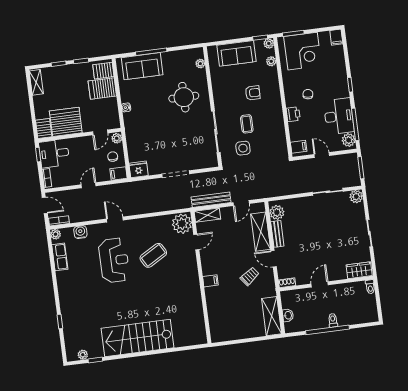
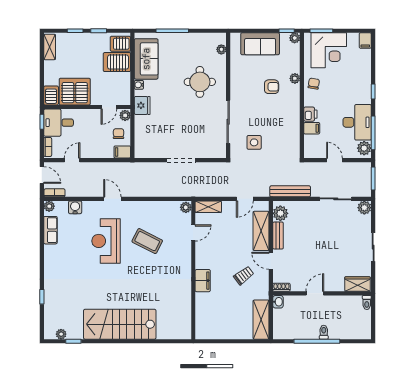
plant: (271, 61) -> (295, 78), moved
sofa: (142, 66) -> (146, 59), moved, turned -90
chair: (308, 94) -> (314, 84), moved
coffee table: (247, 124) -> (261, 118), removed
filing cabinet: (299, 147) -> (312, 128), moved
fridge: (139, 169) -> (142, 105), moved, turned 90
door: (89, 185) -> (72, 160), moved
bench: (211, 200) -> (290, 191), moved
plant: (182, 224) -> (186, 207), width x0.53, depth x0.53
coffee table: (153, 255) -> (147, 241), turned 57
reception desk: (114, 260) -> (106, 241), turned 180
filing cabinet: (210, 281) -> (203, 281), width x2.00
washbasin: (288, 315) -> (278, 302), moved

